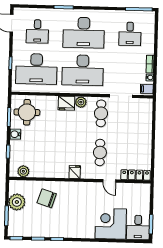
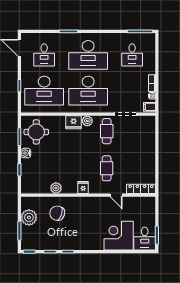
plant: (23, 171) -> (56, 188), moved

